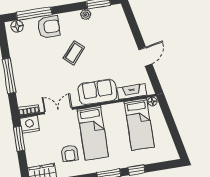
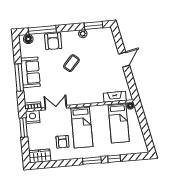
armchair: (49, 27) -> (53, 41), turned 90
door: (145, 57) -> (124, 60), moved
sofa: (97, 92) -> (30, 72), moved, turned 90

